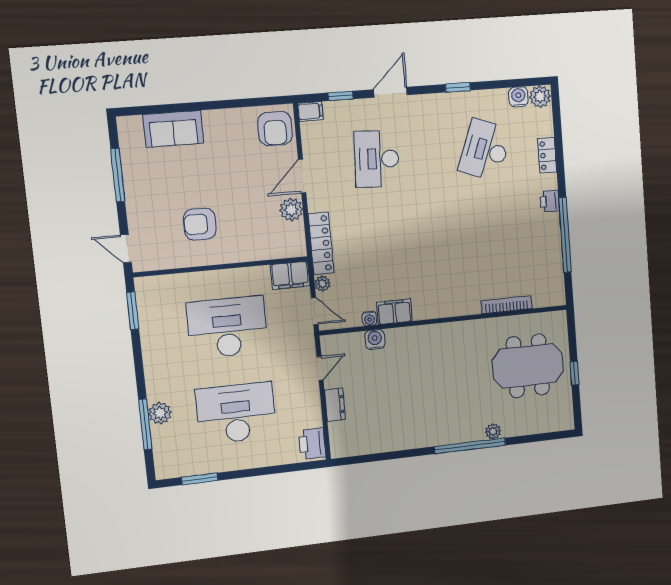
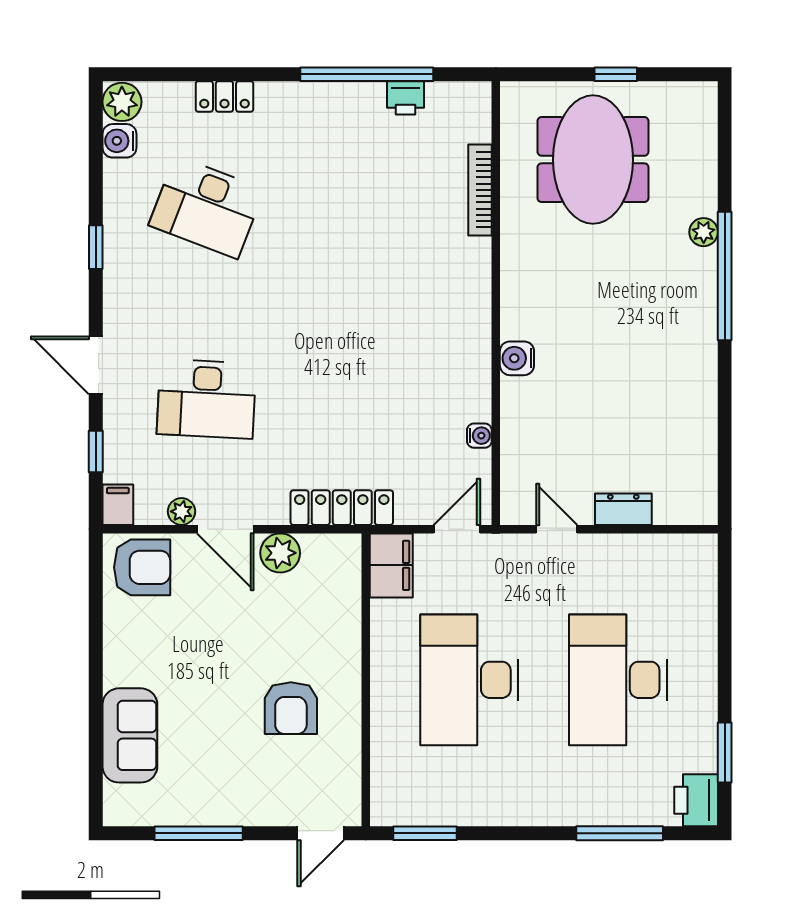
printer: (550, 201) -> (405, 98), moved
plant: (322, 284) -> (182, 511), moved
filing cabinet: (394, 312) -> (472, 391), removed
water cooler: (375, 340) -> (517, 358), moved
plant: (160, 413) -> (603, 807), removed
printer: (312, 444) -> (696, 800), moved, turned 90

